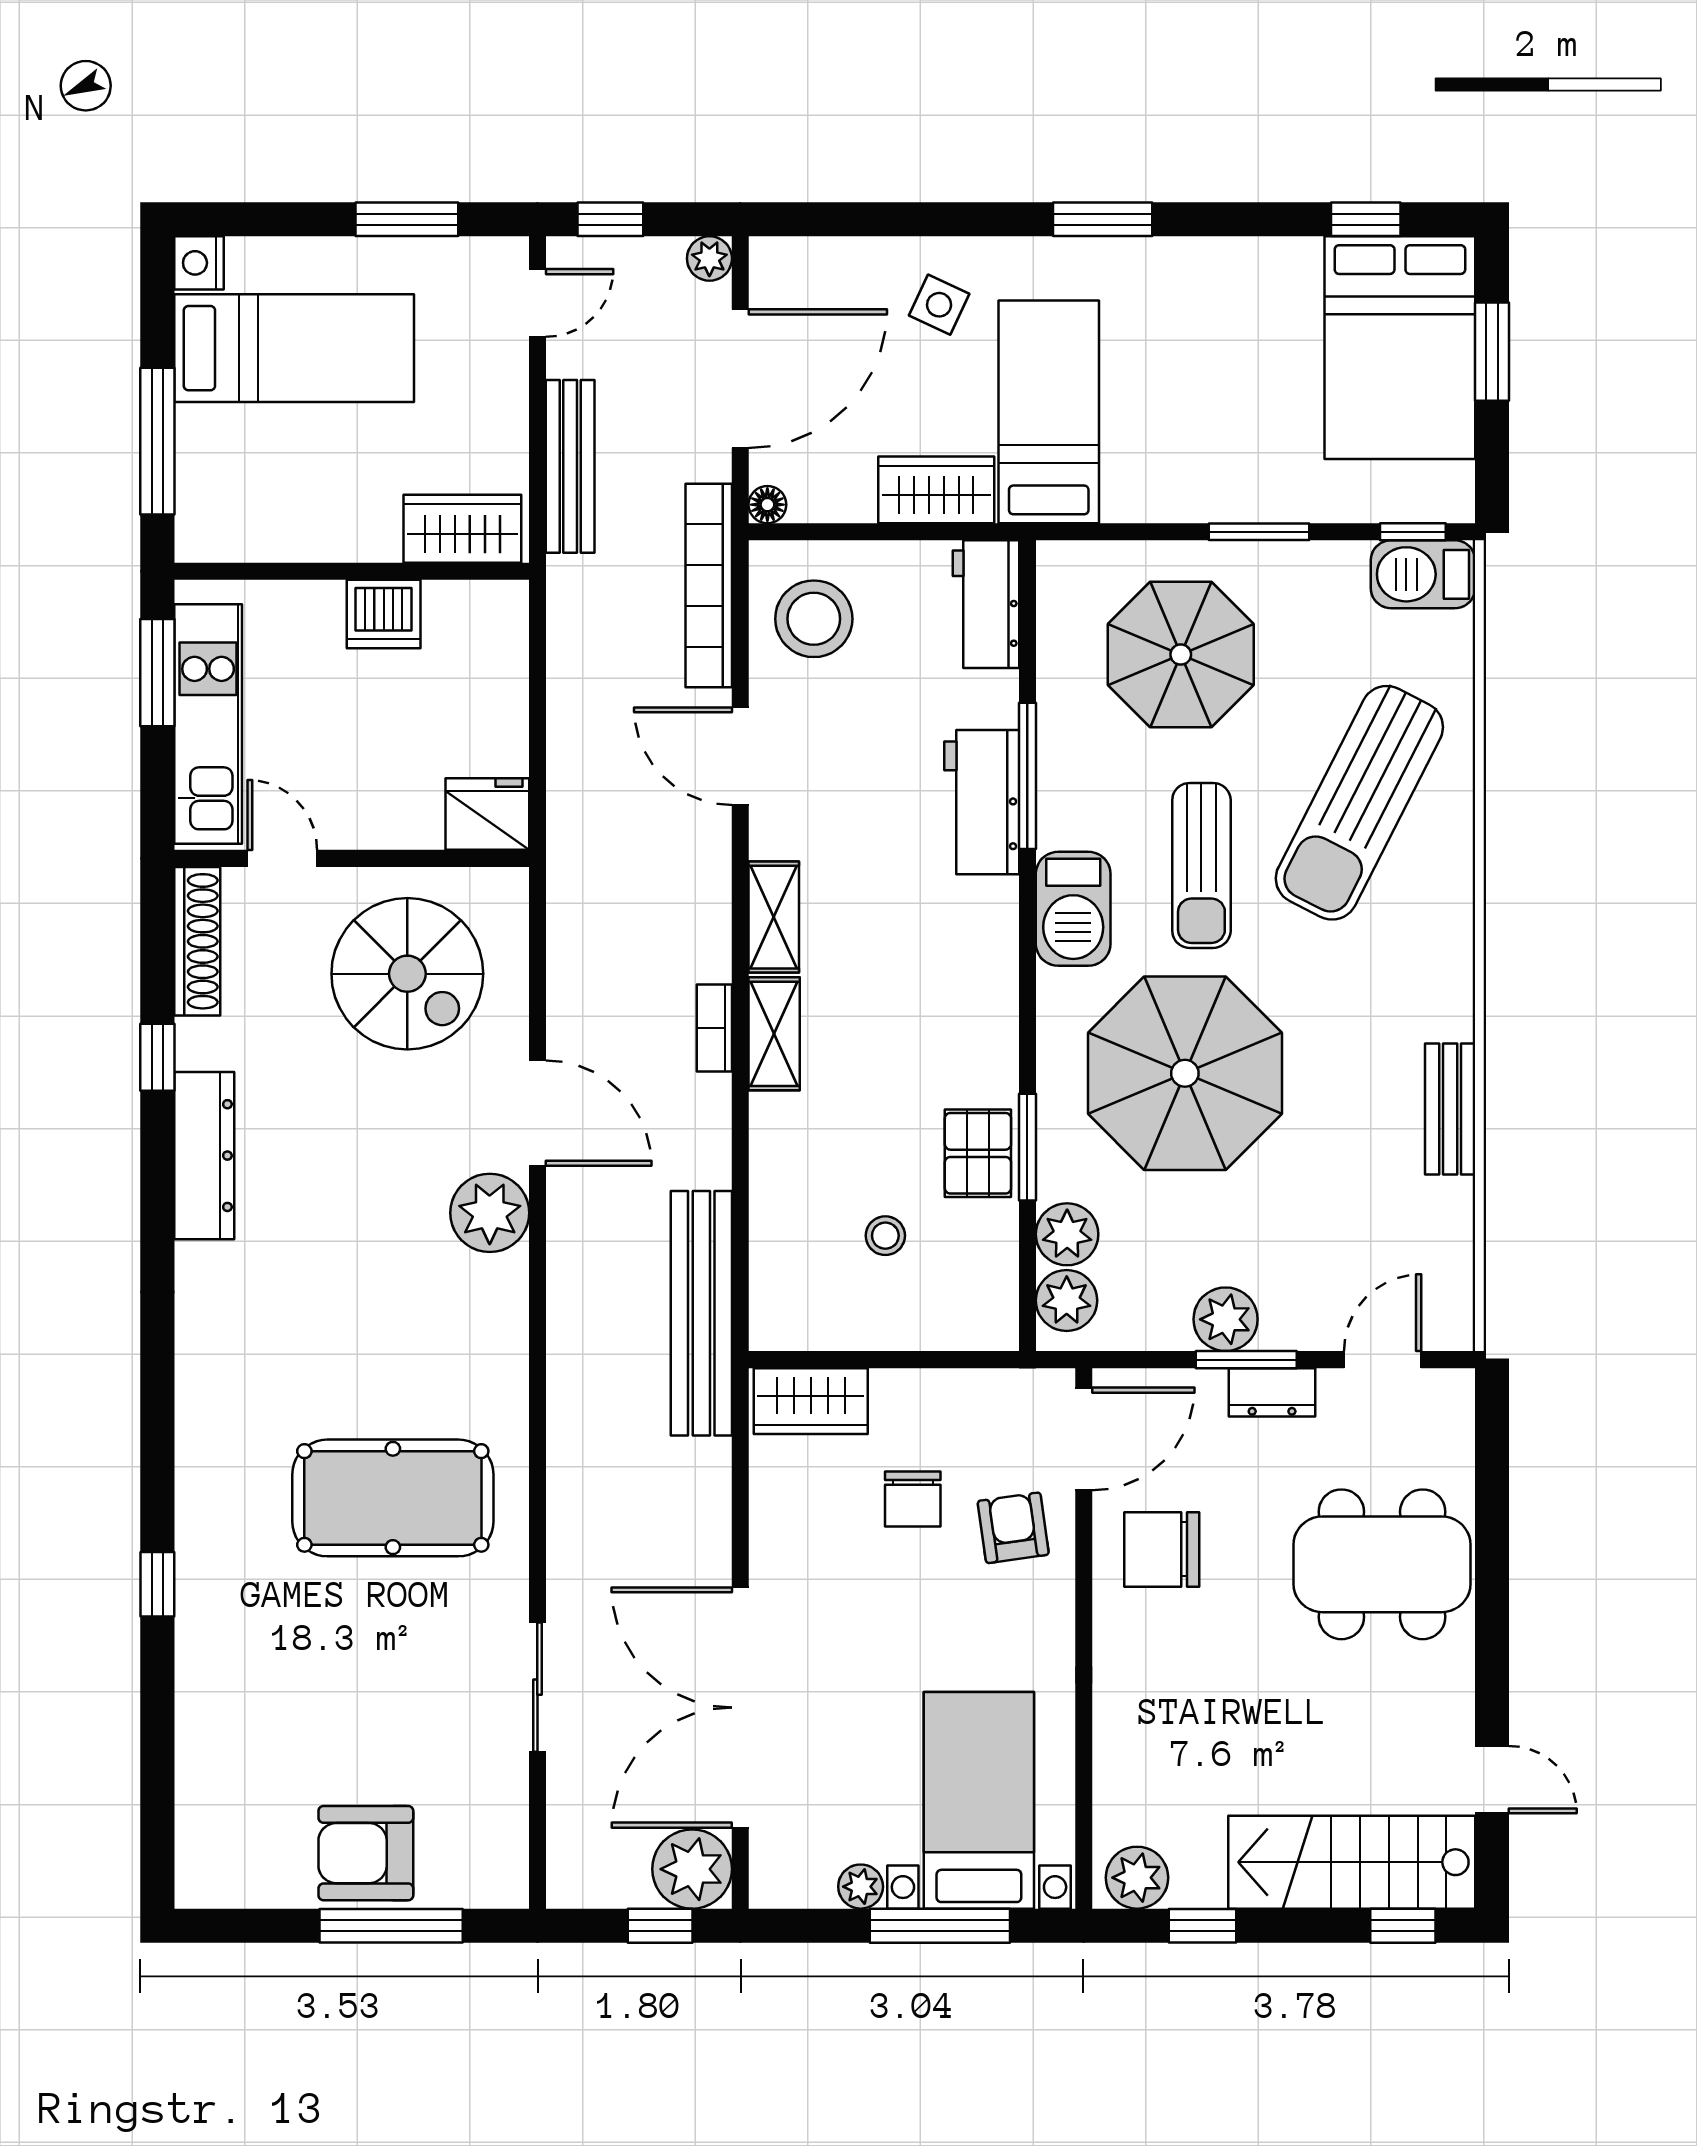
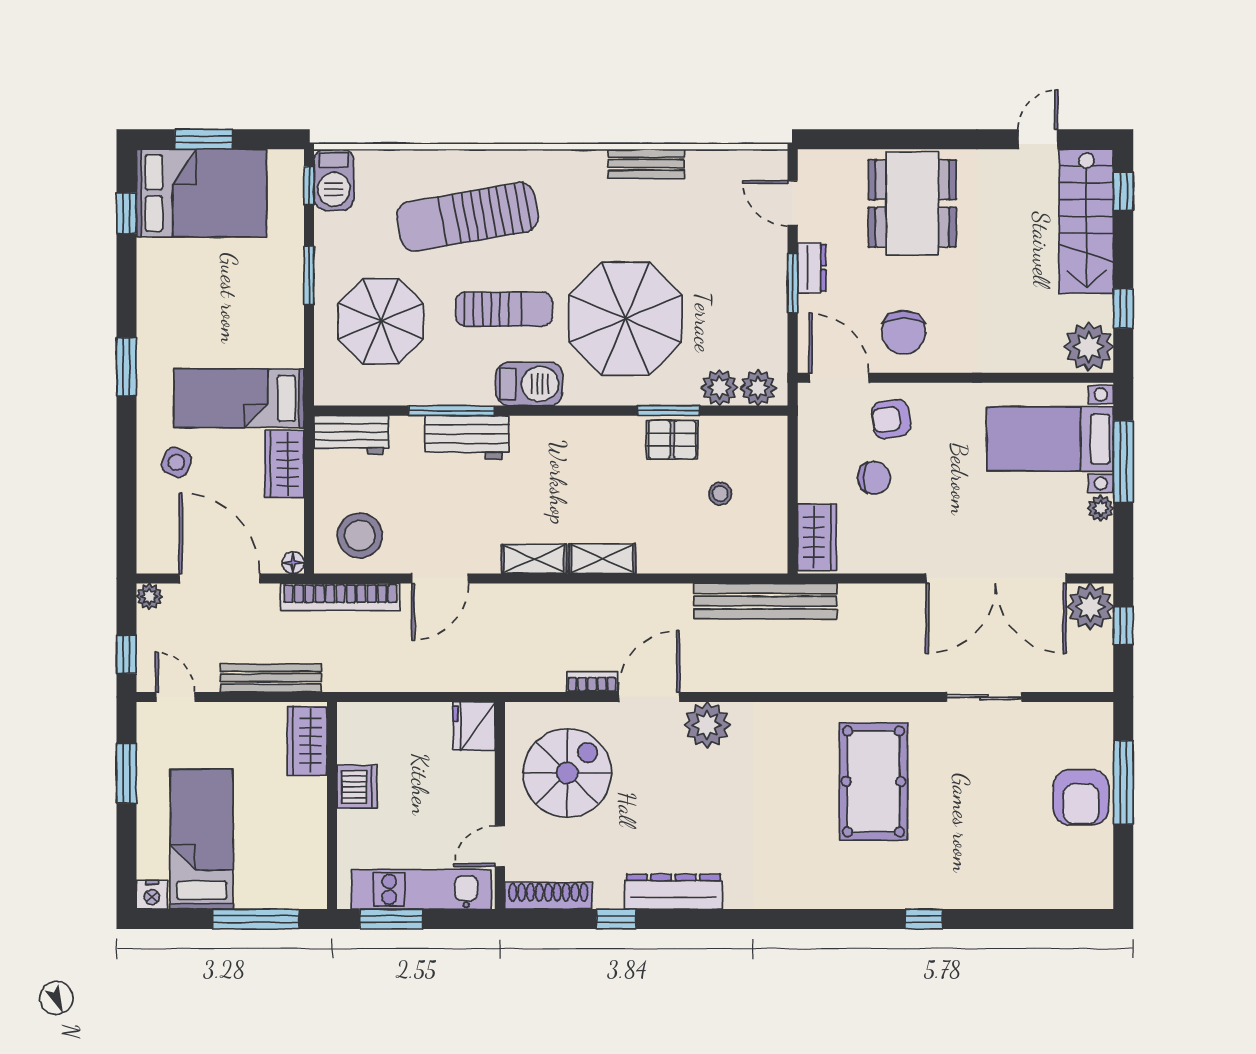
sun lounger: (1359, 803) -> (467, 217), turned 143
bookcase: (714, 1028) -> (592, 682), moved, turned 180
plant: (1226, 1319) -> (769, 295), removed
plant: (1137, 1878) -> (1089, 347), width x1.36, depth x1.36

